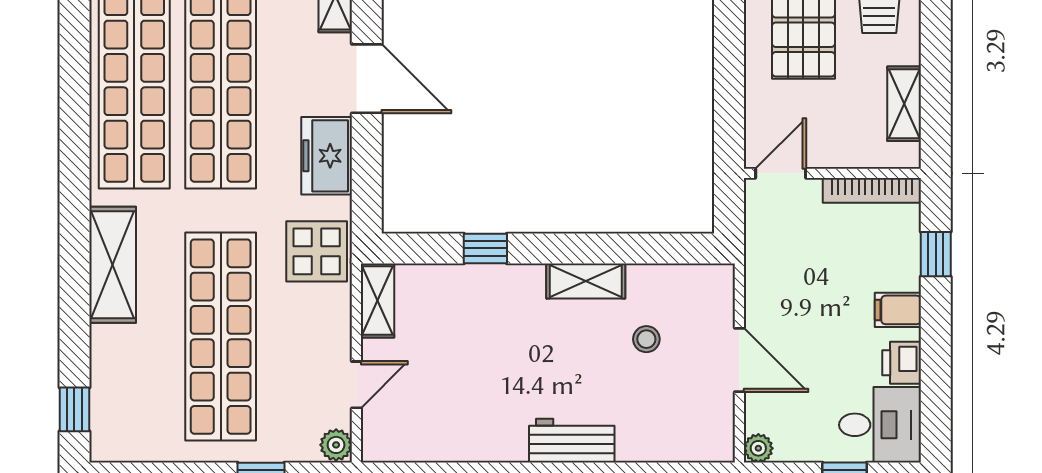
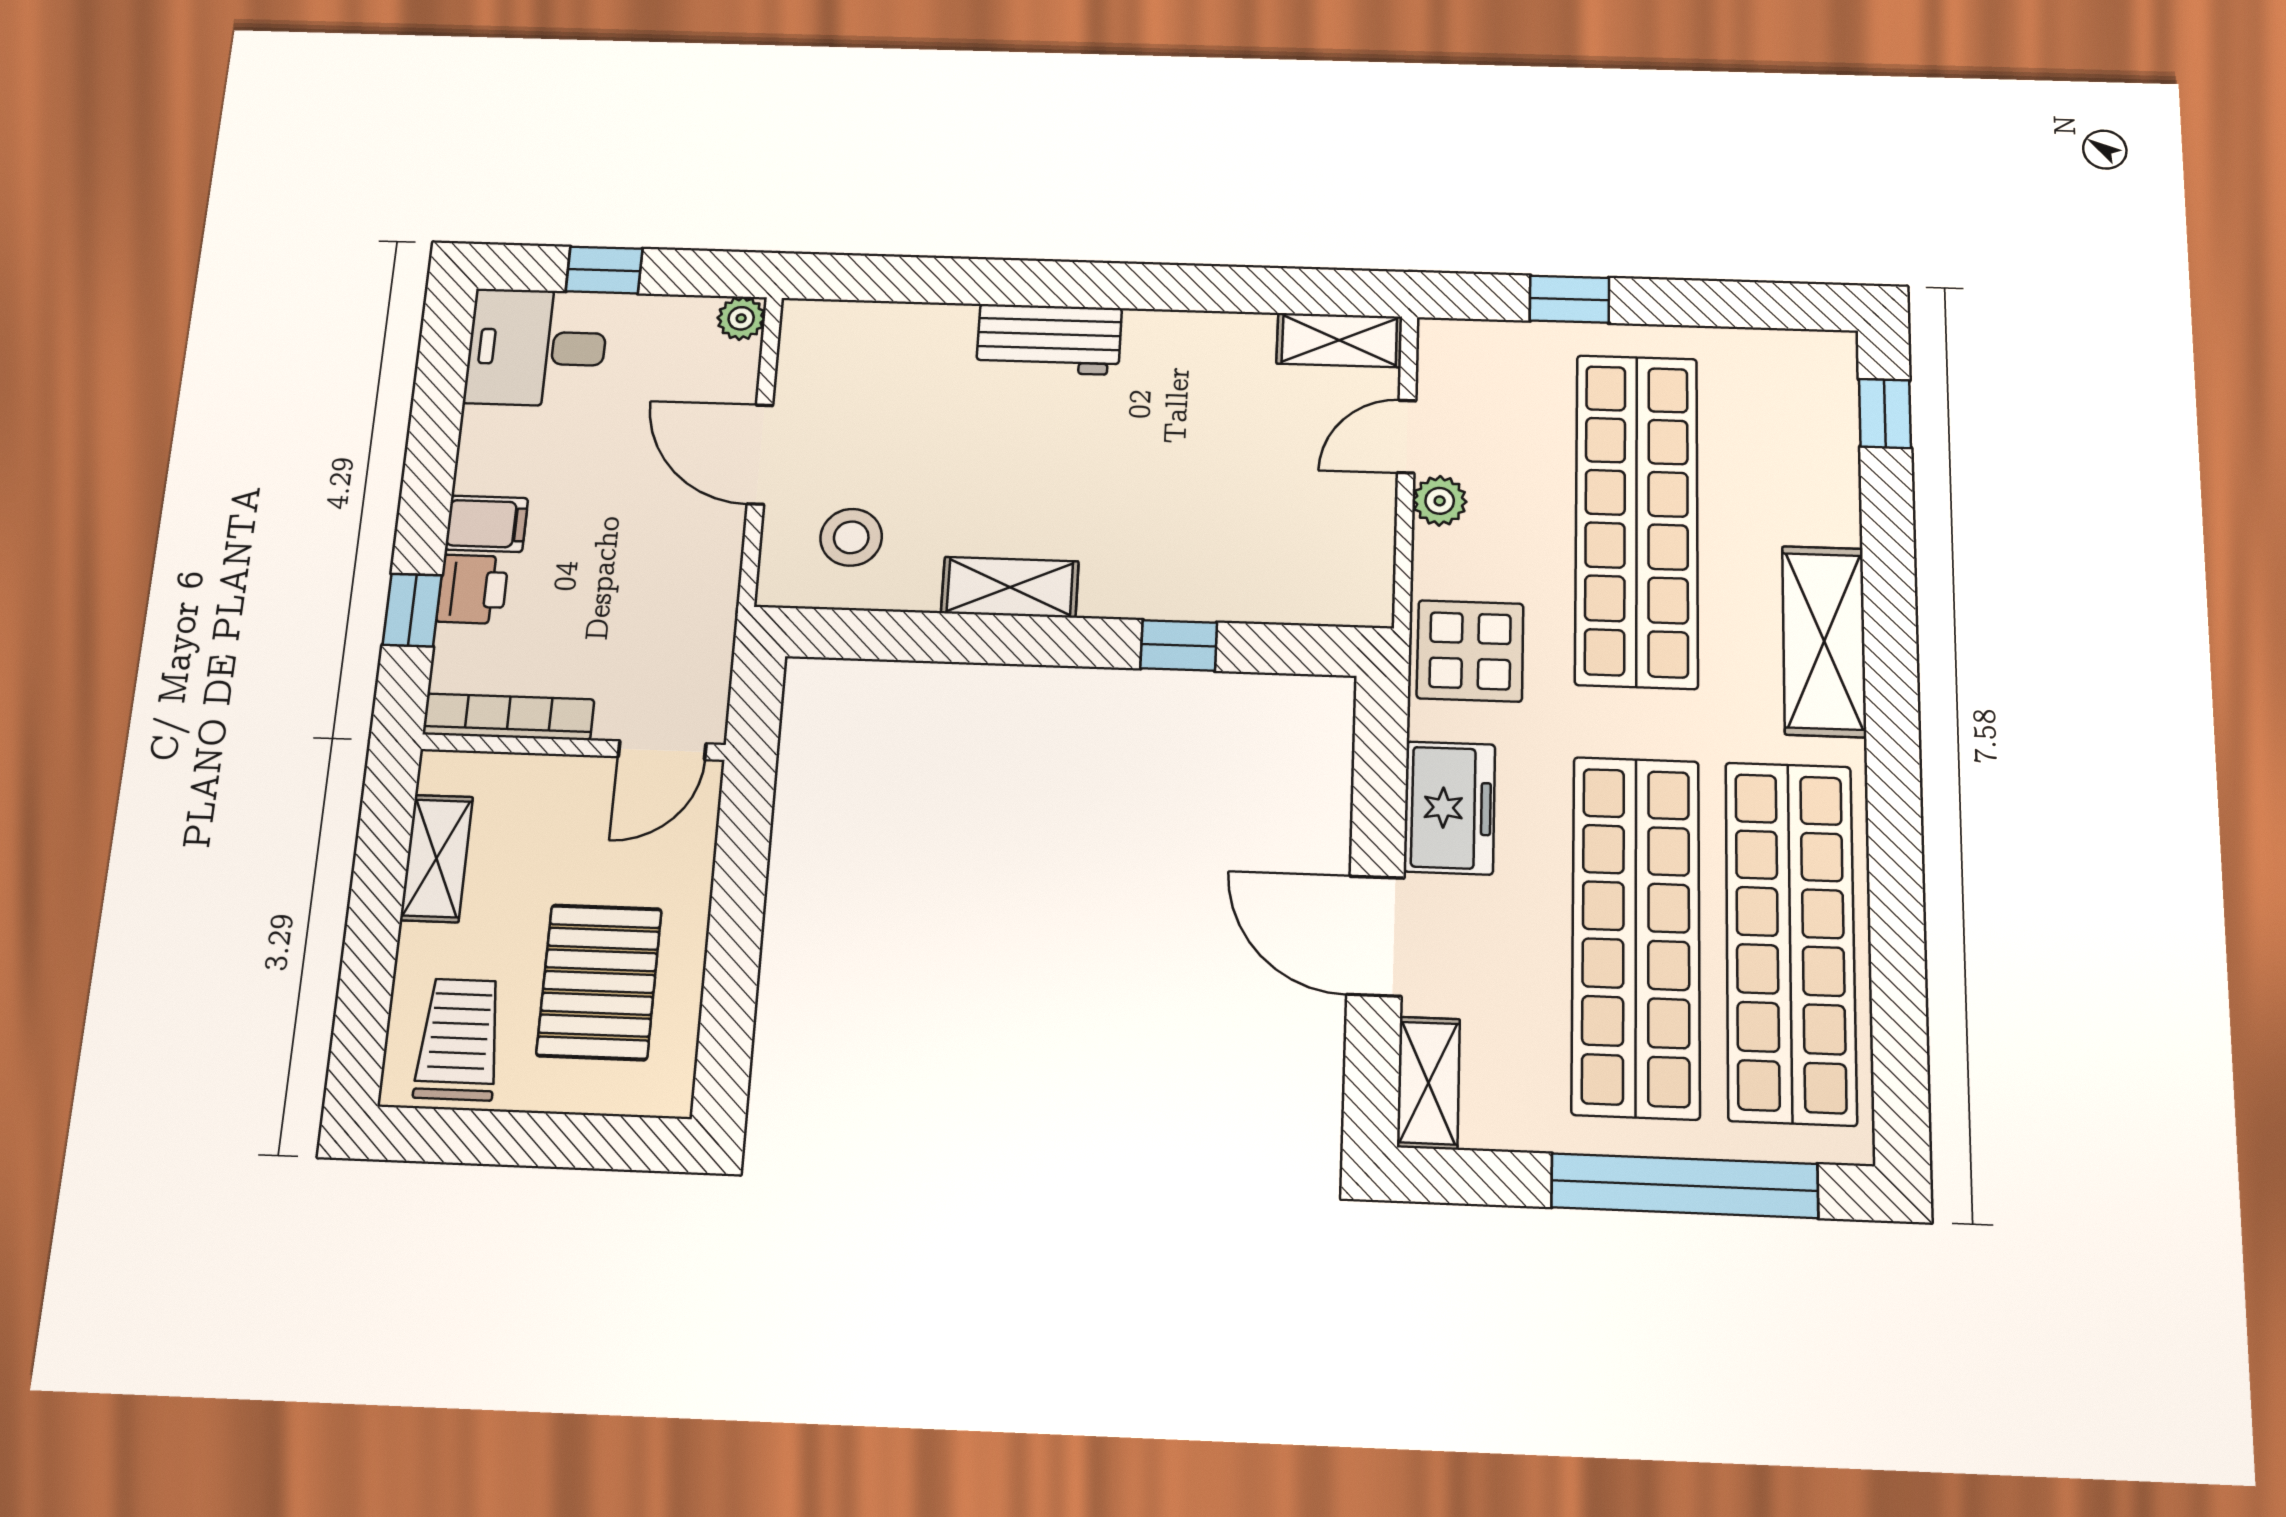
shelving: (378, 300) -> (1339, 340), moved, turned 90
stool: (646, 339) -> (851, 537), moved, width x1.37, depth x1.37
printer: (902, 363) -> (473, 589), moved
plant: (336, 445) -> (1440, 501), moved

